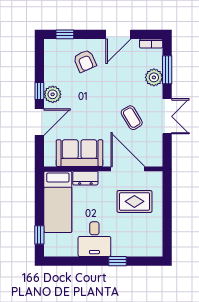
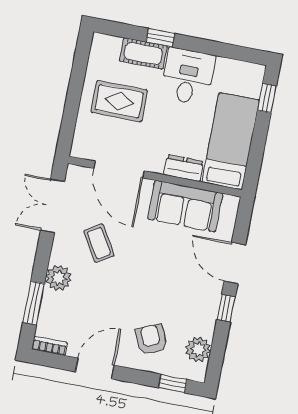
plant: (154, 77) -> (59, 278), moved
plant: (53, 94) -> (198, 349), moved
double door: (167, 116) -> (53, 206), moved
door: (39, 122) -> (235, 263), hinge flipped
rug: (134, 201) -> (119, 101), moved
cot: (127, 249) -> (143, 53), added

